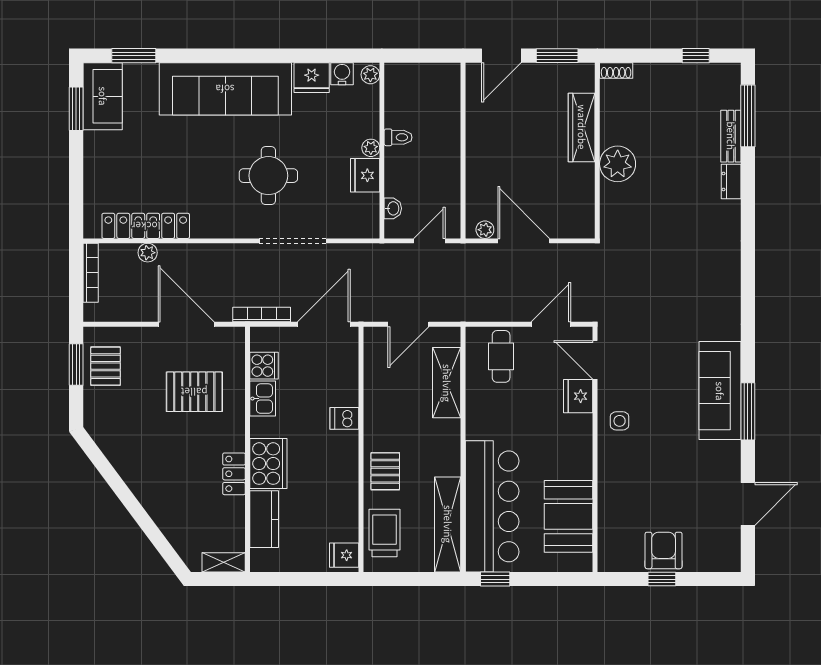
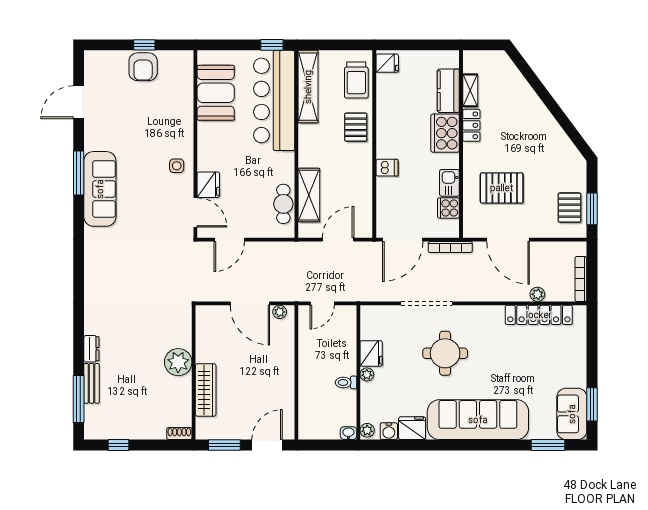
washbasin: (393, 208) -> (348, 433), moved, turned 90
cafe table: (501, 356) -> (283, 204), moved
shelving: (224, 562) -> (470, 90), moved, turned 90

